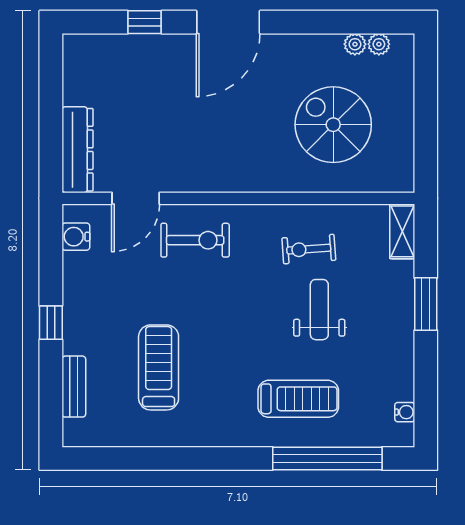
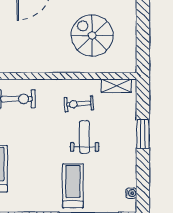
shelving: (402, 231) -> (116, 86), moved, turned 90
treadmill: (298, 399) -> (73, 186), turned -90

